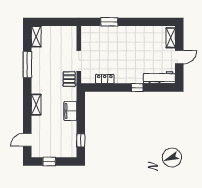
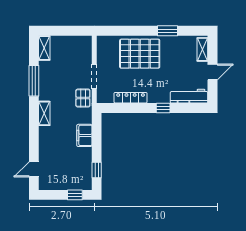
window: (109, 22) -> (167, 31), moved
pallet: (117, 41) -> (140, 54), added
locker: (105, 79) -> (131, 98), width x1.53
shelving: (36, 105) -> (44, 113), moved
window: (49, 162) -> (75, 195), moved

